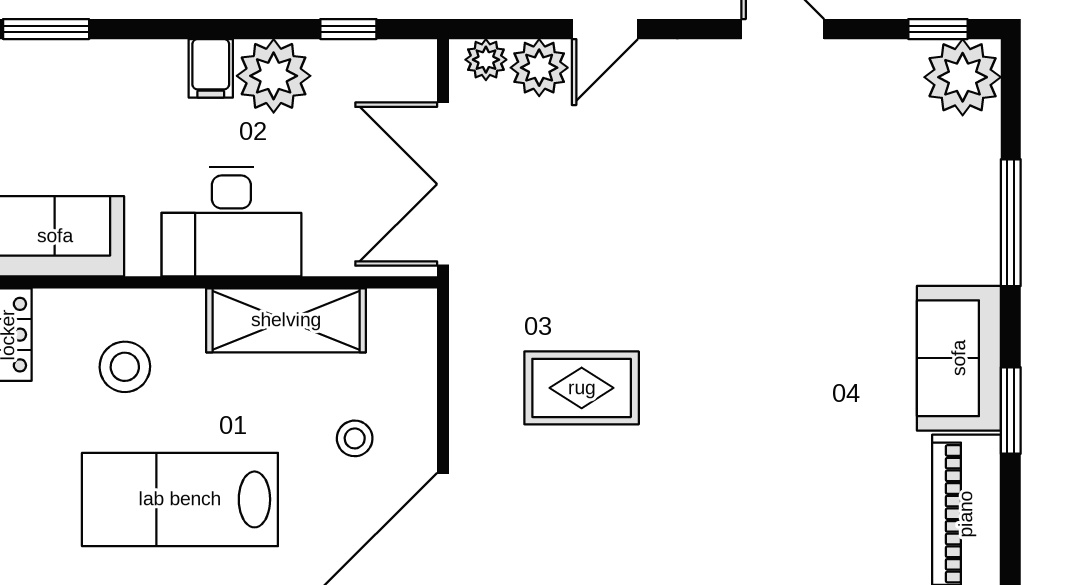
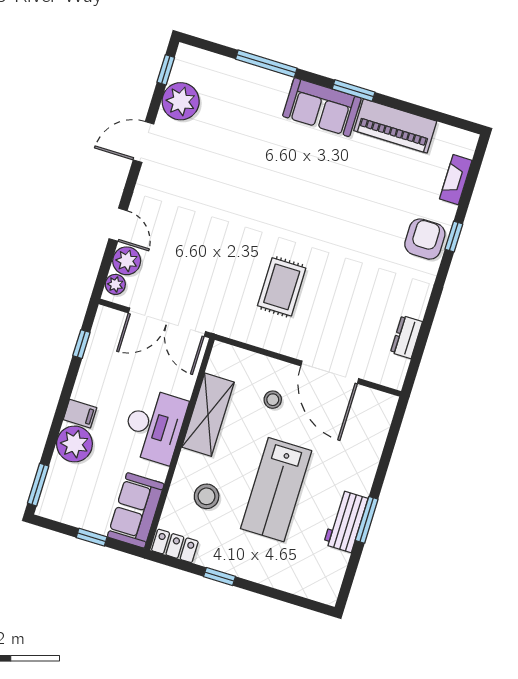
plant: (274, 76) -> (74, 444), moved
plant: (963, 77) -> (181, 101), moved

